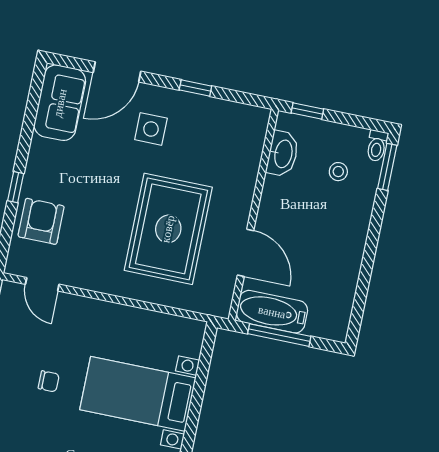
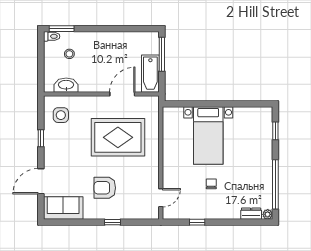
door: (117, 72) -> (41, 181), swing flipped
window: (307, 111) -> (41, 77), removed
side table: (151, 129) -> (61, 115), moved
armchair: (41, 221) -> (105, 188), moved
window: (279, 335) -> (162, 54), moved

